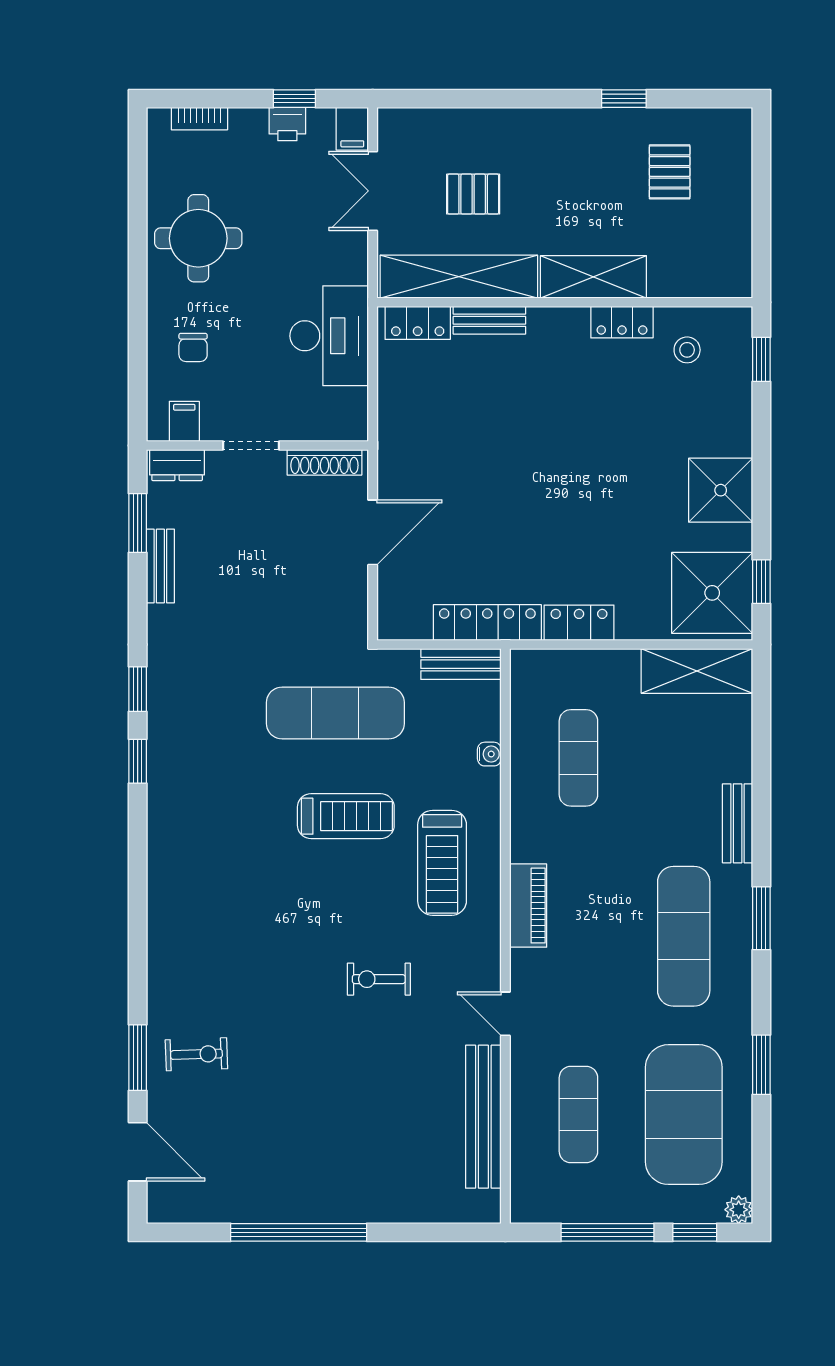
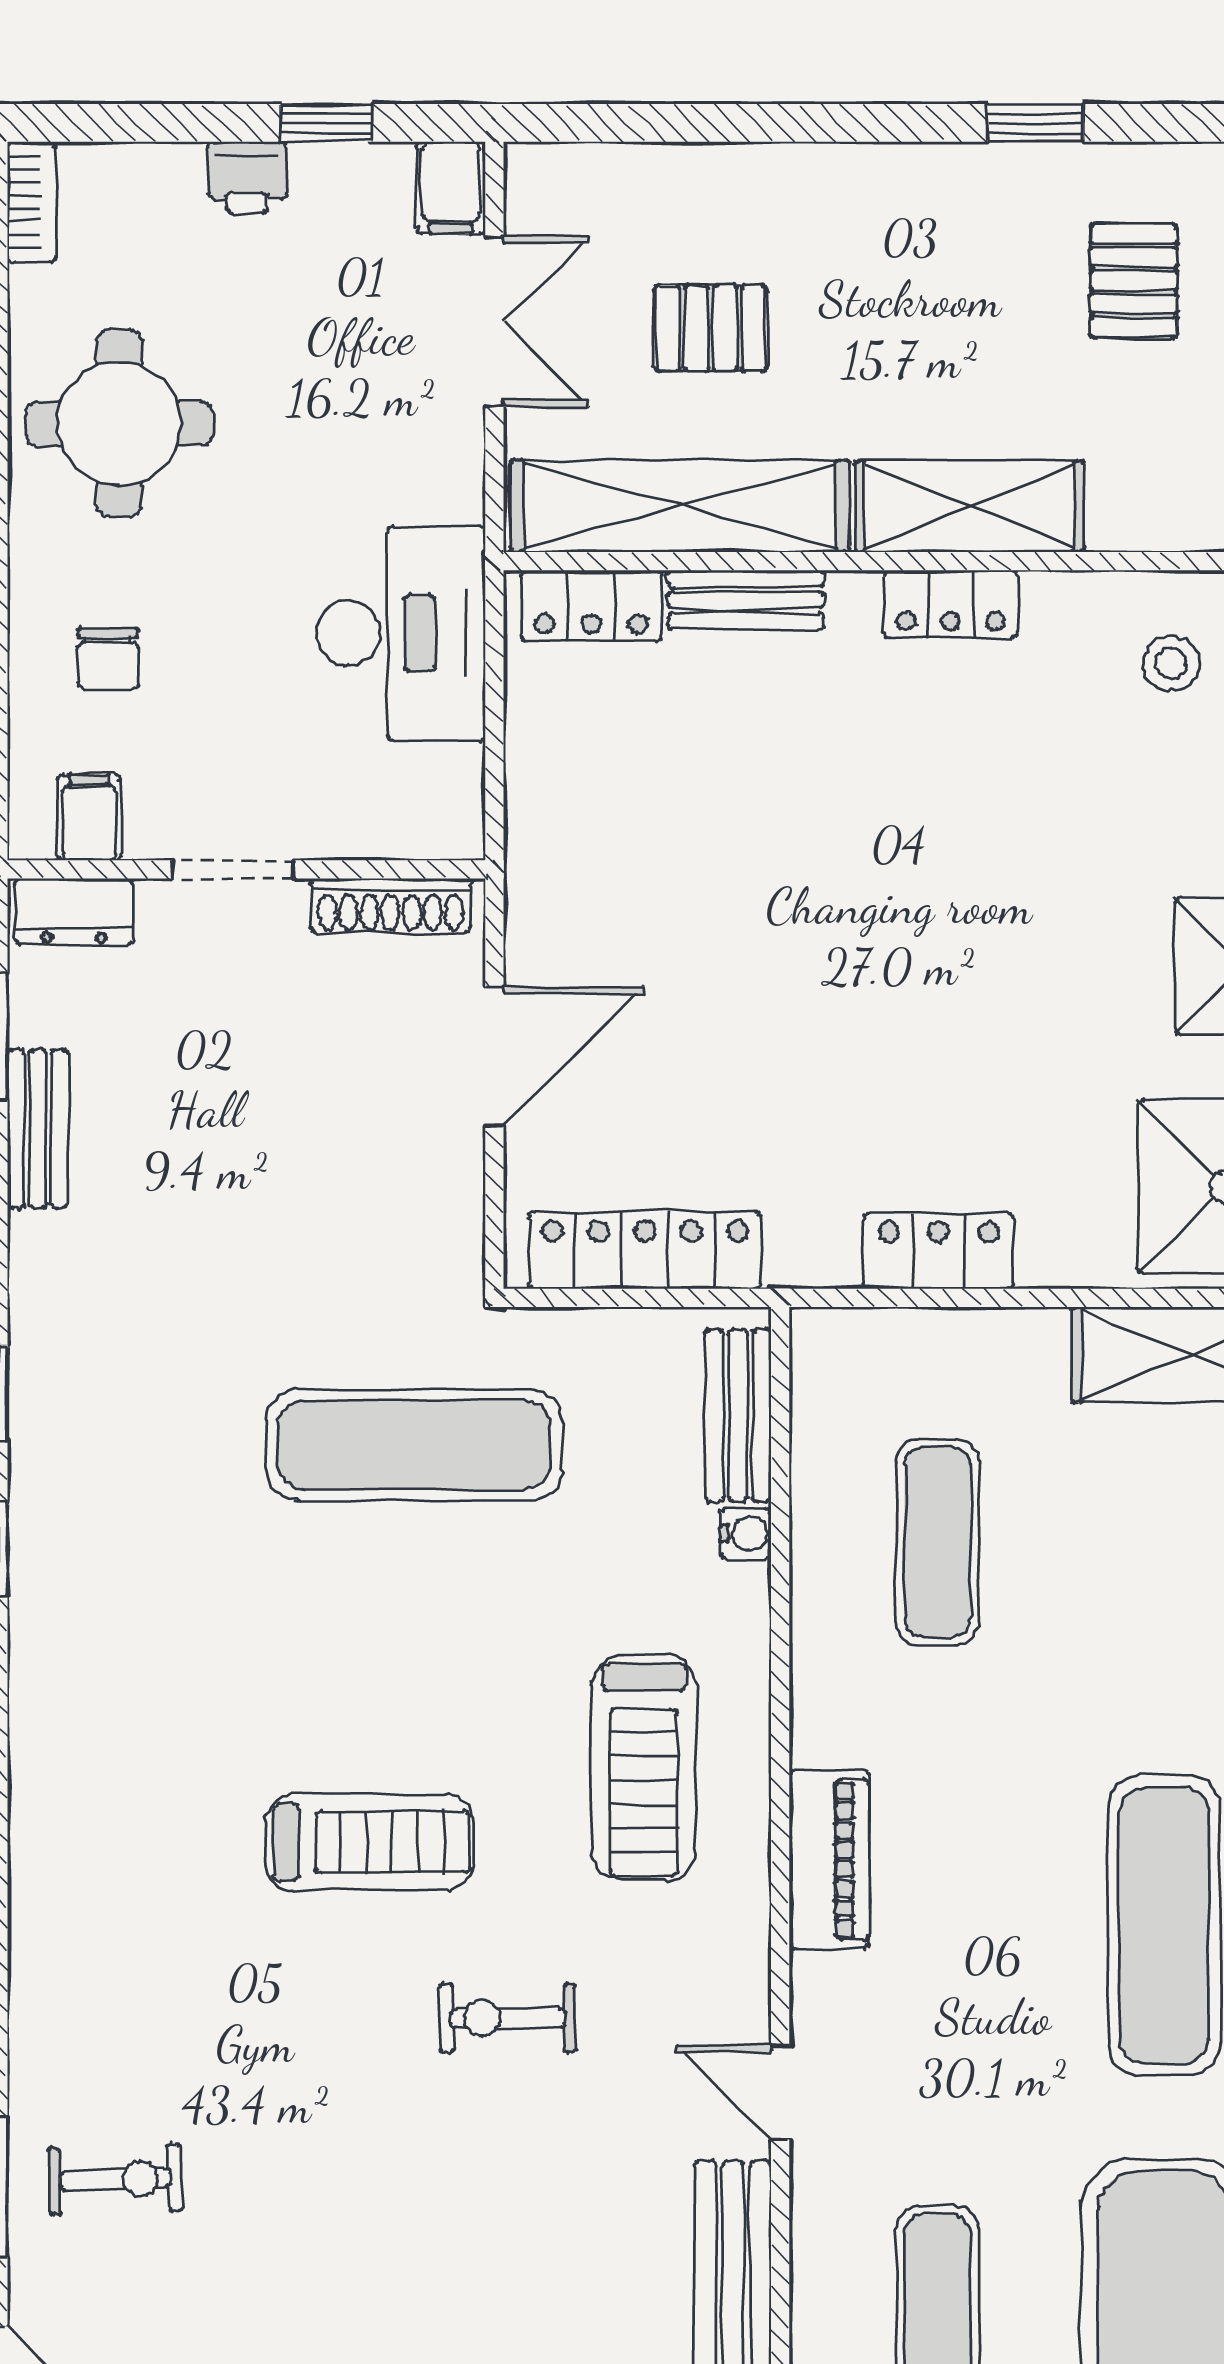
bookcase: (199, 119) -> (32, 202), moved, turned -90
printer: (287, 124) -> (247, 178), moved
double door: (373, 191) -> (494, 322), swing flipped
locker: (622, 322) -> (951, 604), moved
locker: (487, 622) -> (645, 1250), moved
bench: (461, 664) -> (738, 1416), moved, turned 90
treadmill: (346, 816) -> (369, 1842), moved

